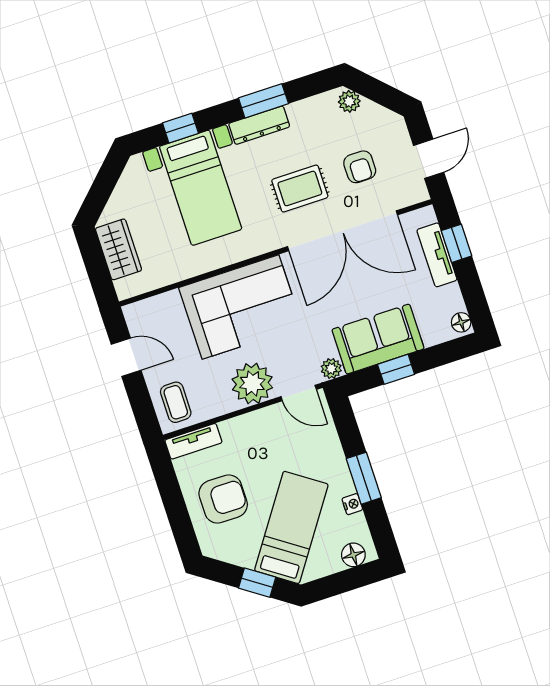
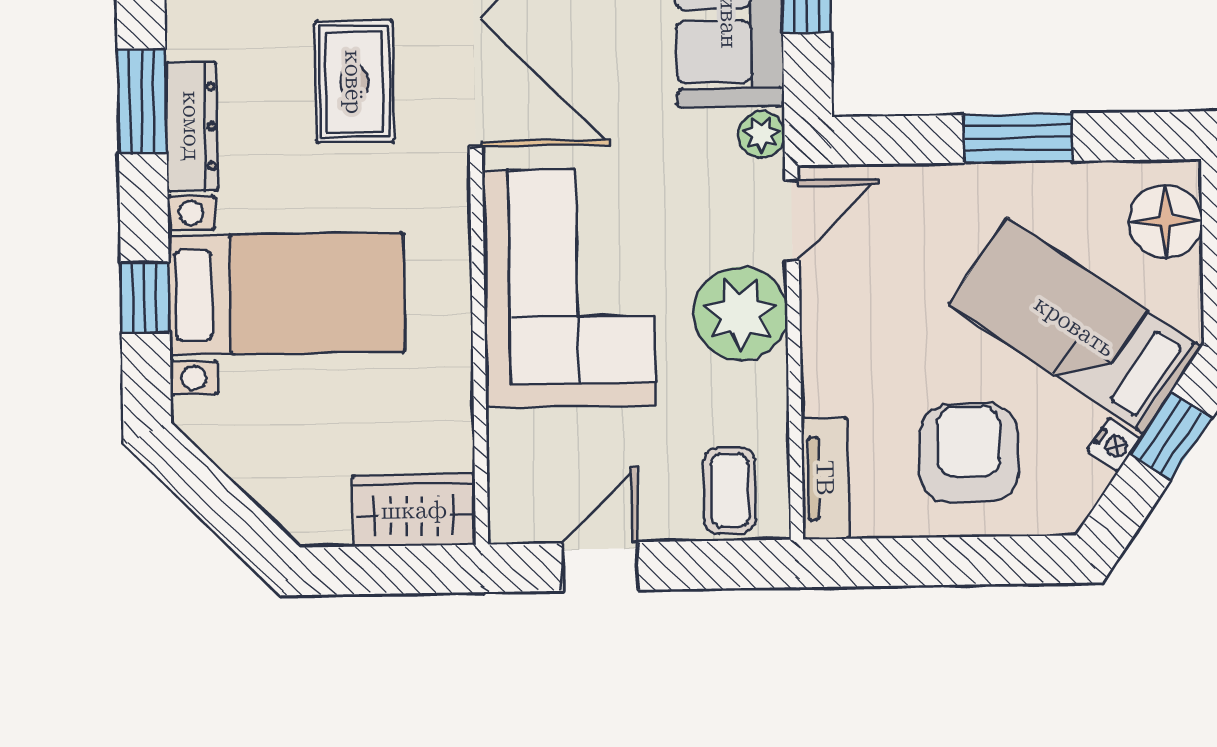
wardrobe: (119, 249) -> (414, 510), moved
coffee table: (176, 402) -> (730, 490), turned 90
nightstand: (352, 504) -> (1114, 445), moved, turned 125
floor lamp: (353, 555) -> (1166, 221), width x1.38, depth x1.38

